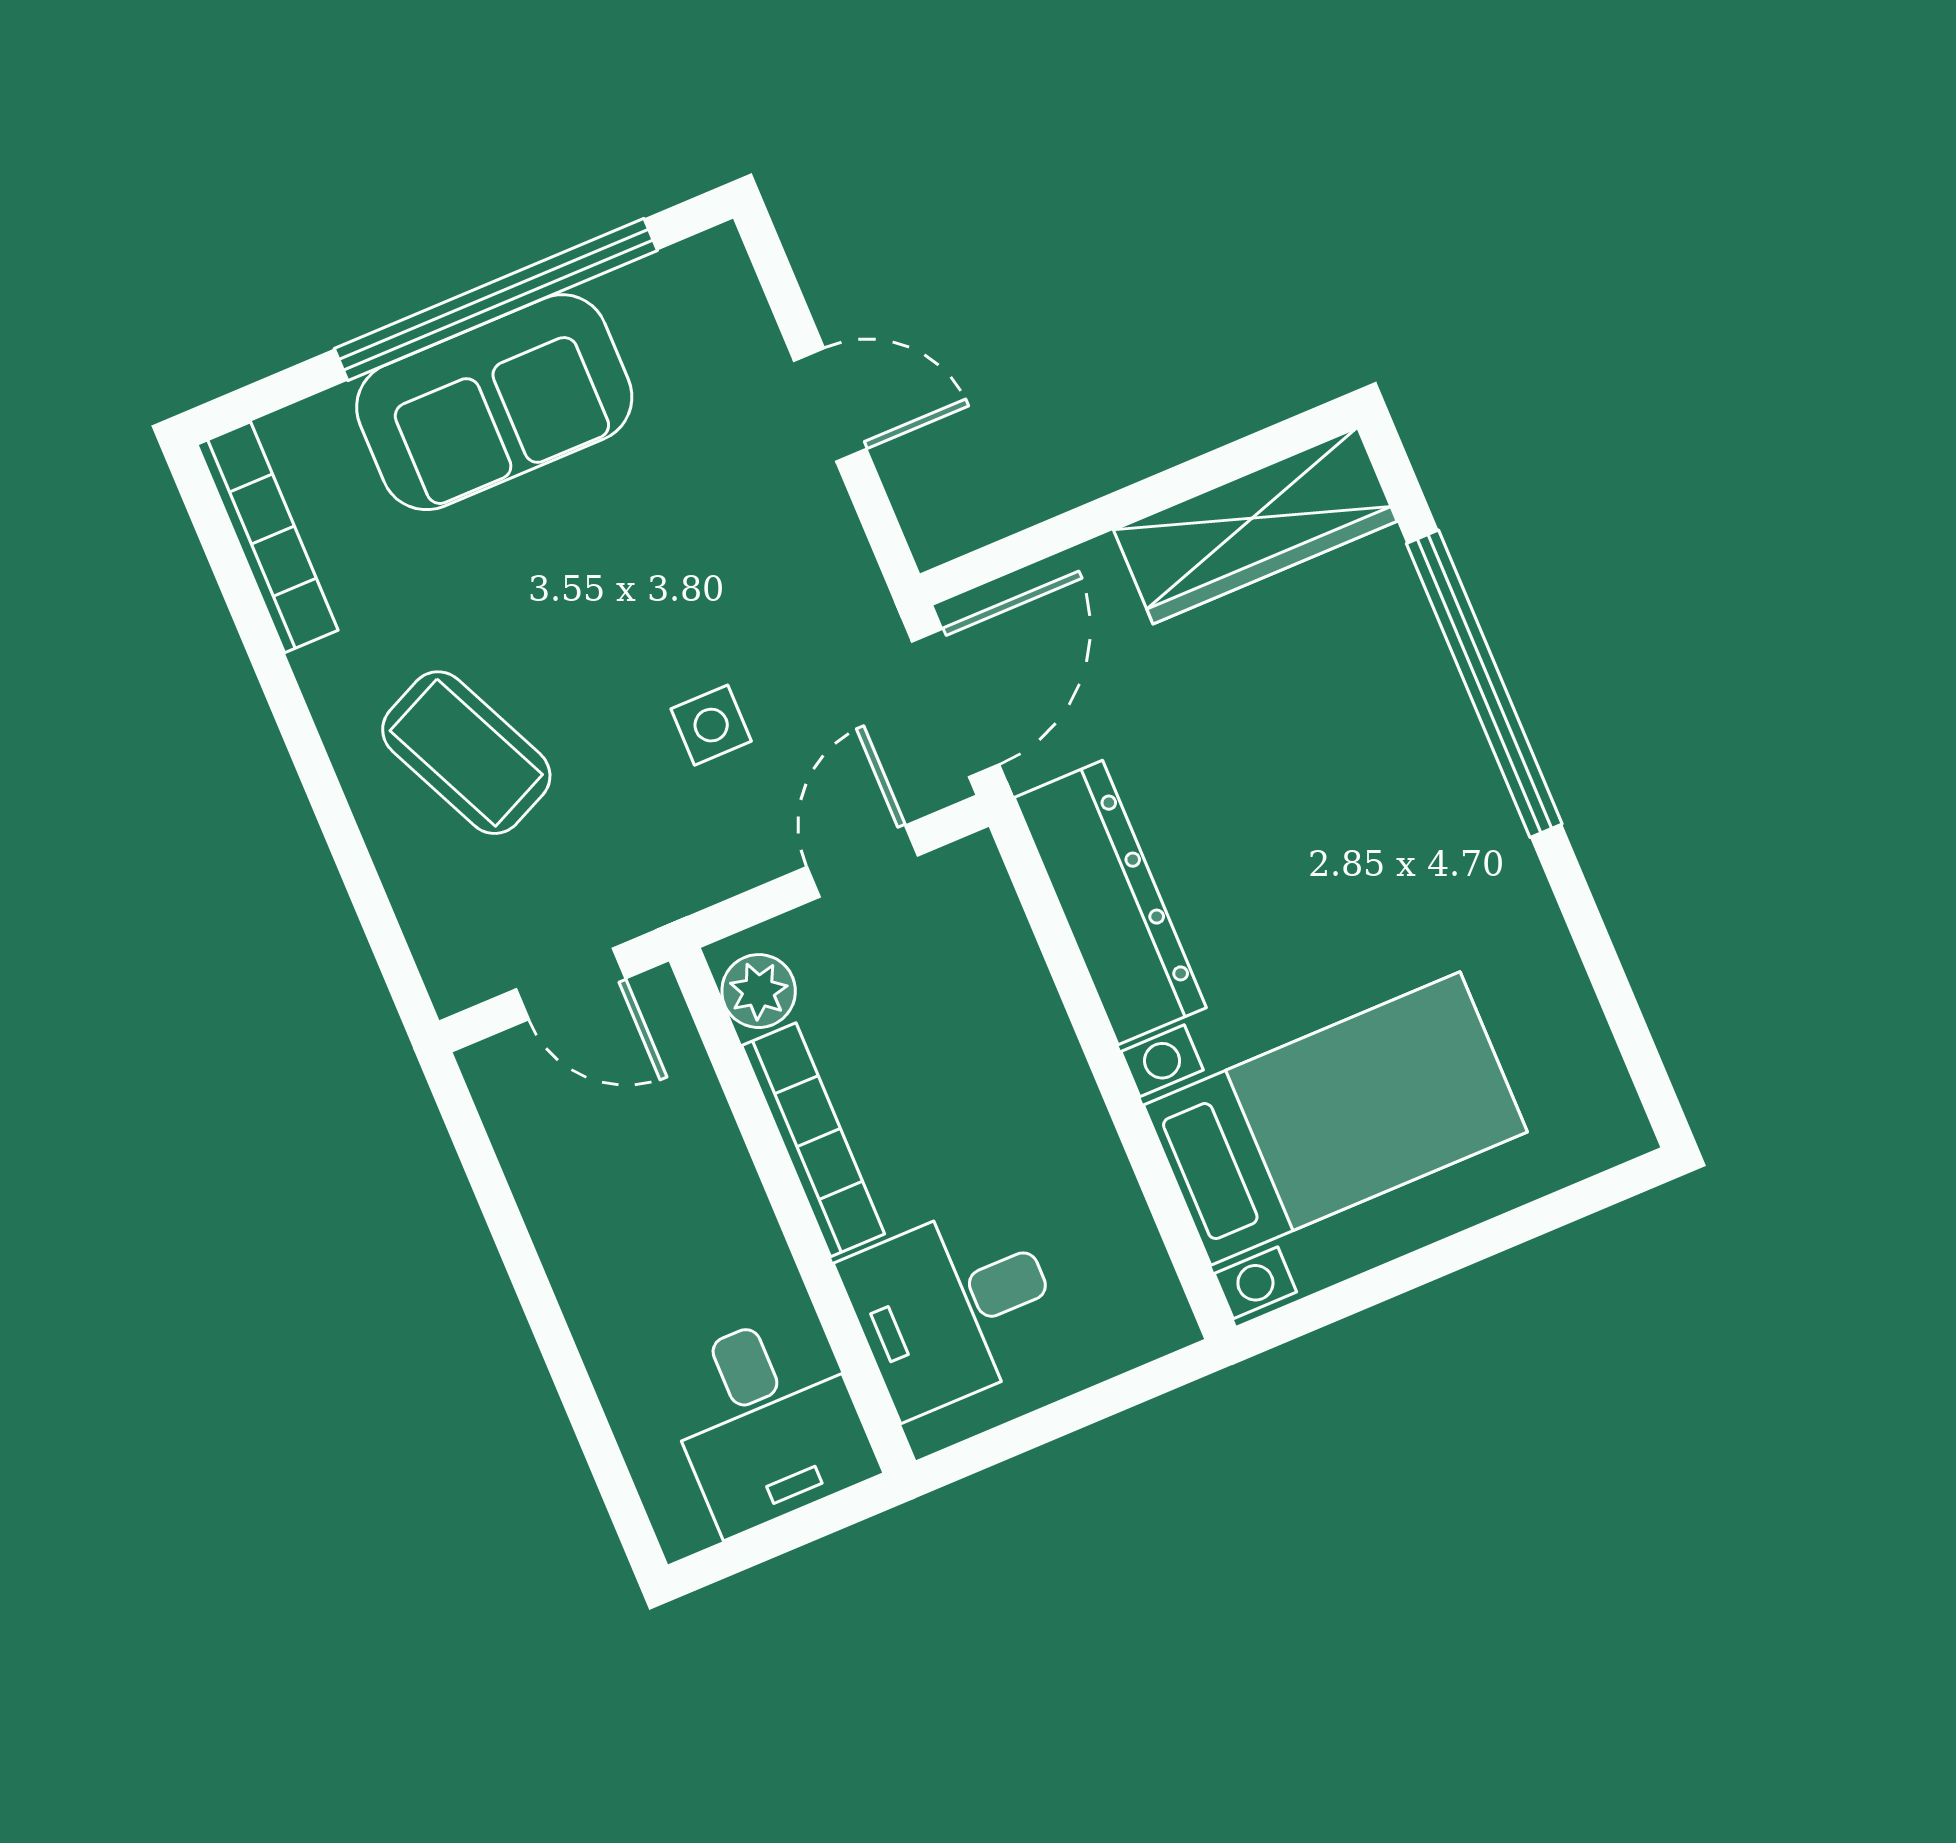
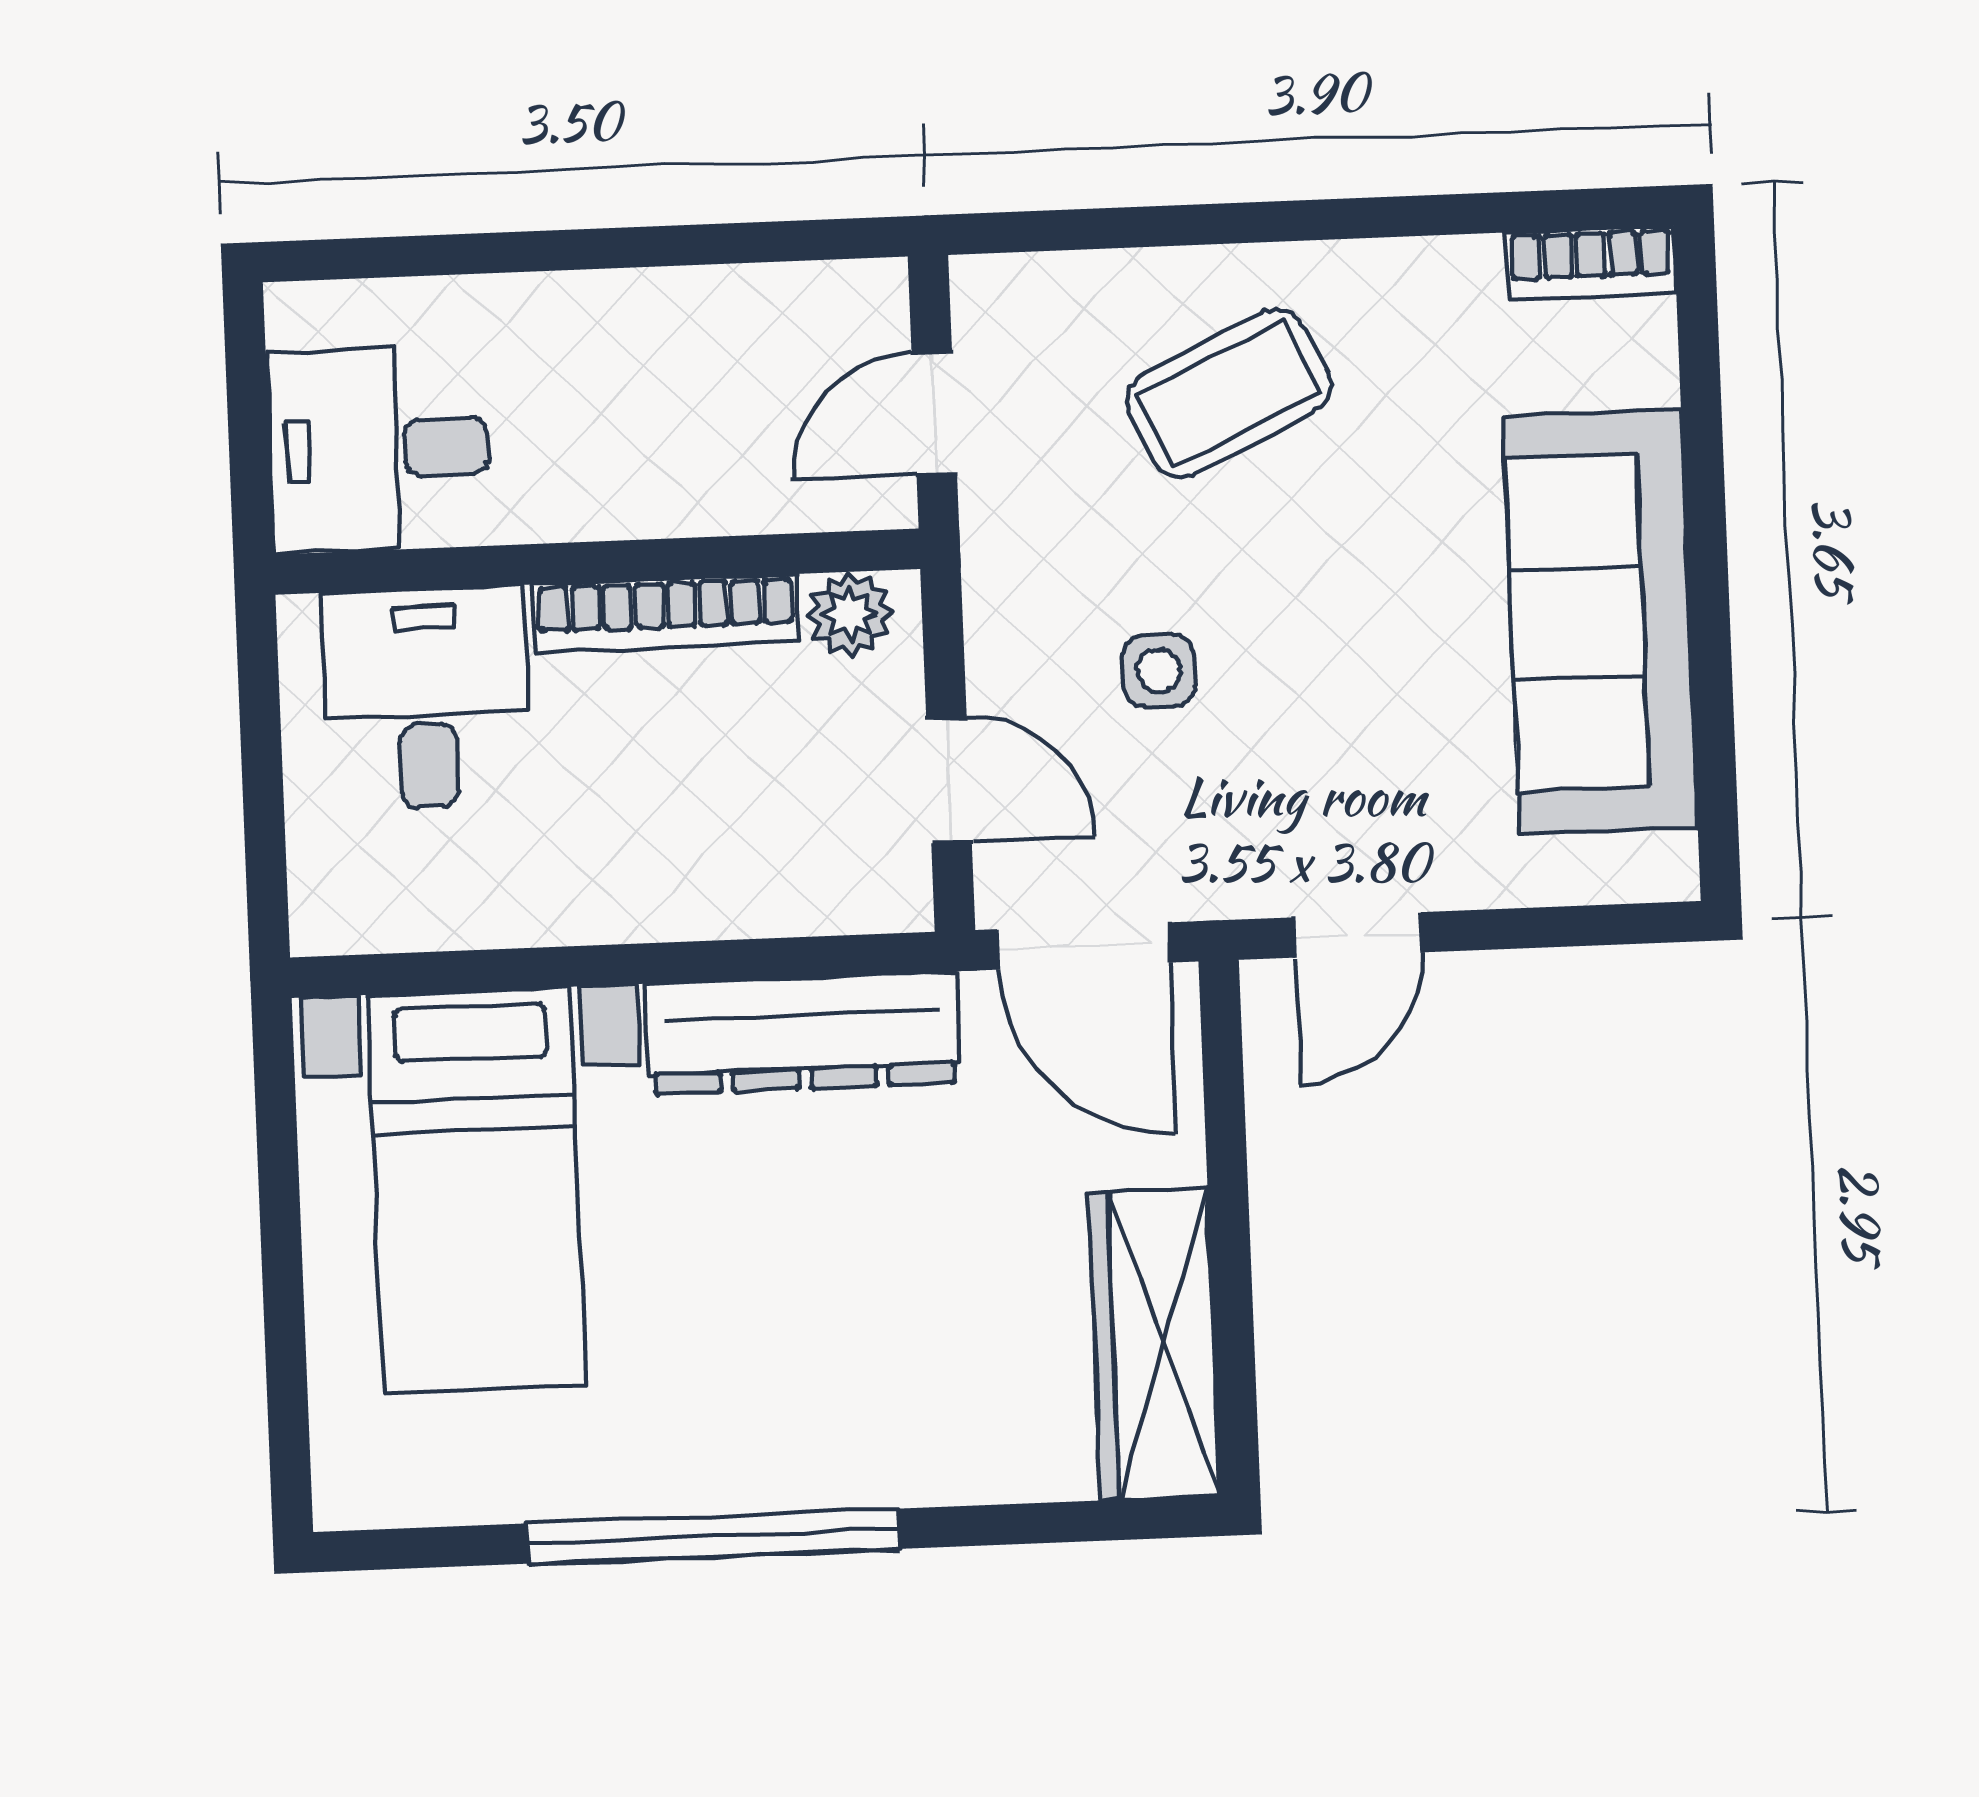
window: (496, 300) -> (1709, 610), removed
sofa: (494, 402) -> (1600, 622), width x1.36
door: (830, 405) -> (1358, 935), moved
bookcase: (268, 537) -> (1591, 263), width x0.64
window: (1484, 684) -> (714, 1536), moved

